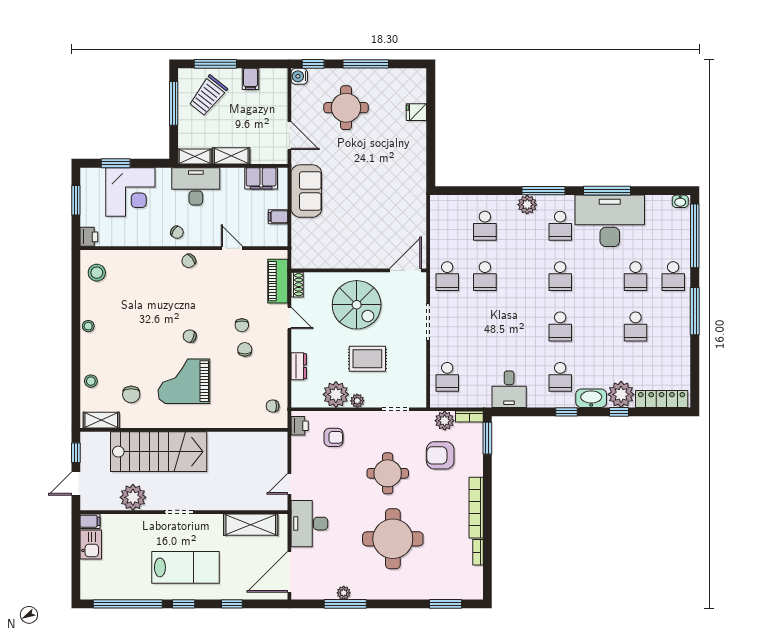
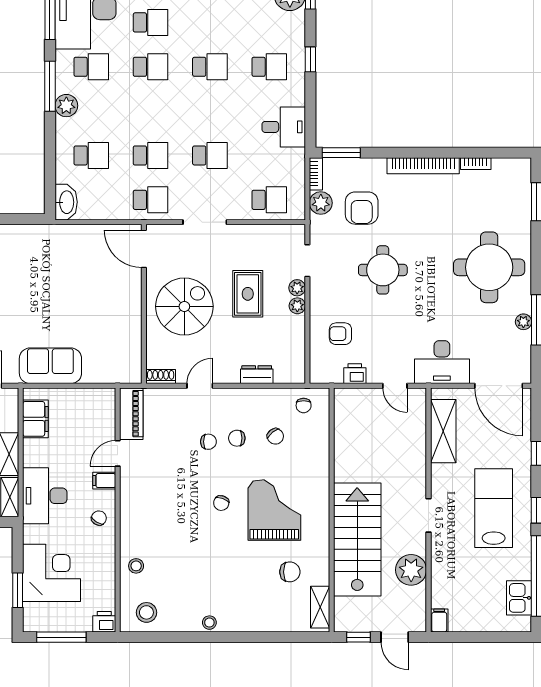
window: (76, 200) -> (61, 637), width x1.44
filing cabinet: (278, 217) -> (104, 481), moved, turned 90
chair: (189, 261) -> (275, 436), moved
school desk: (598, 276) -> (151, 22), added
piano: (278, 281) -> (131, 414), moved, turned -90
school desk: (485, 326) -> (210, 155), added
stool: (91, 381) -> (136, 566), moved
grand piano: (184, 381) -> (274, 510), turned 180
plant: (336, 394) -> (297, 288), moved, width x0.53, depth x0.53
washbasin: (591, 398) -> (66, 202), moved, turned 180
printer: (300, 426) -> (355, 374), moved
armchair: (333, 437) -> (340, 334), turned -90
round table: (393, 539) -> (489, 267), moved
kitchen sink: (91, 545) -> (519, 598), moved, turned -90

